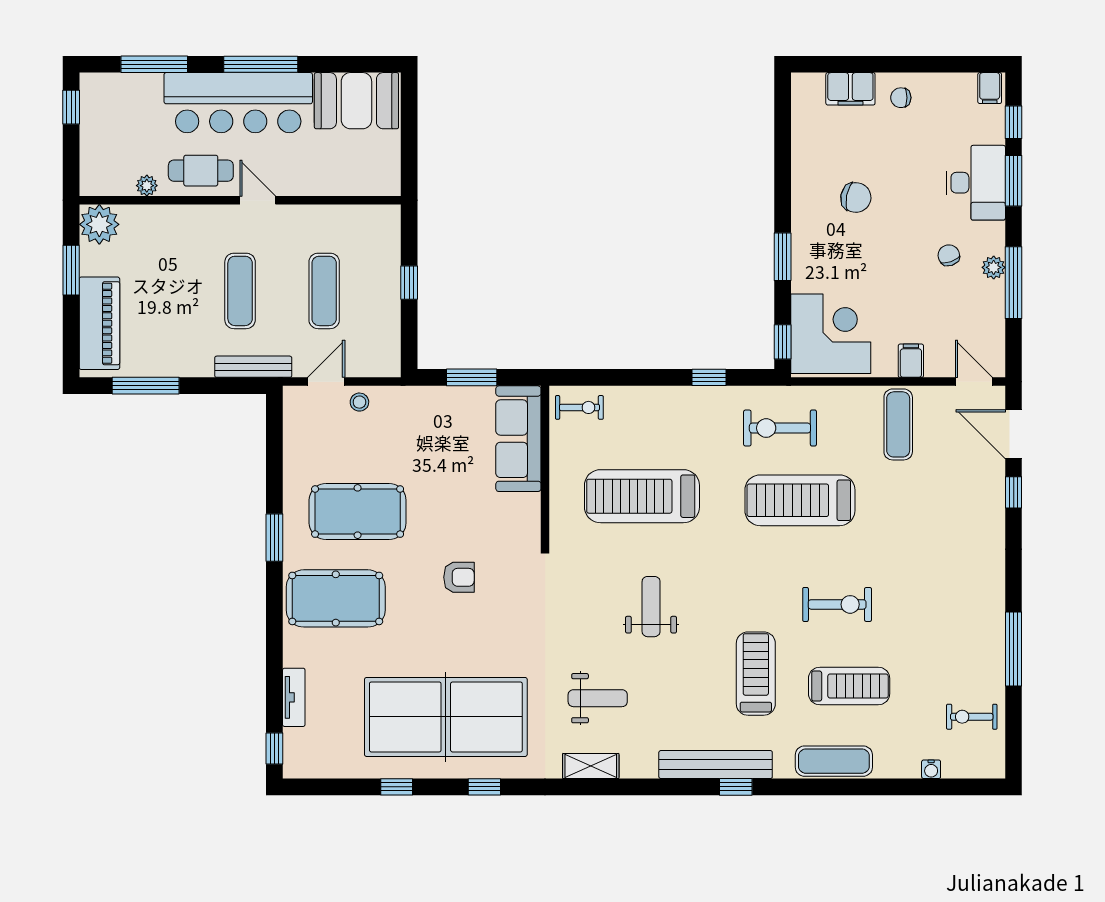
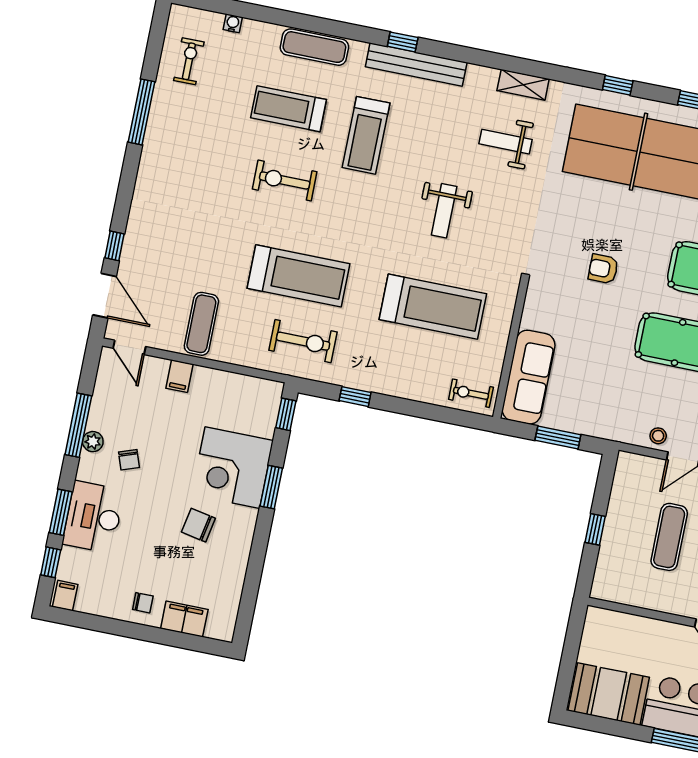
corner desk: (831, 334) -> (232, 468), moved
exercise bike: (972, 717) -> (189, 61), turned -90

